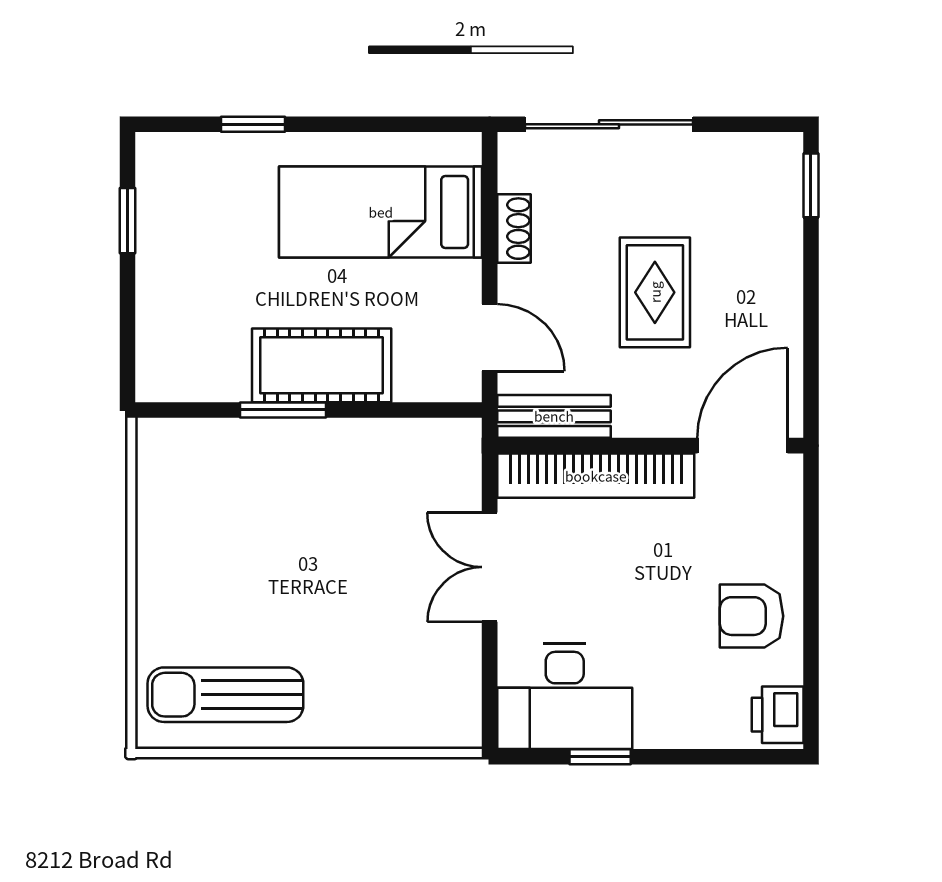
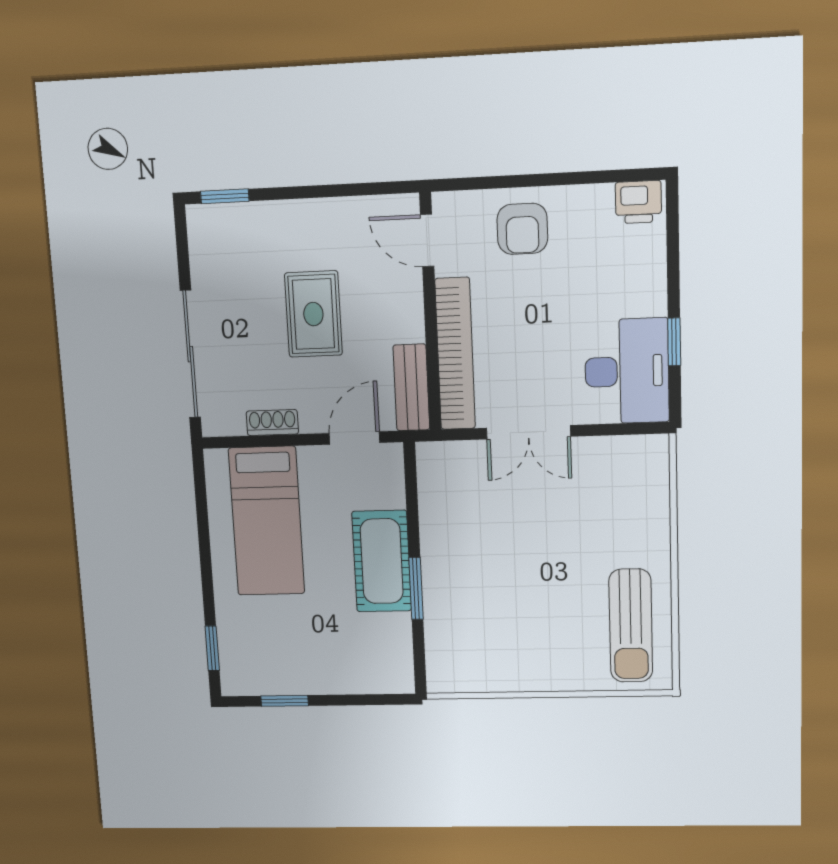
window: (253, 124) -> (212, 648), moved
rug: (655, 292) -> (313, 314), turned 90
door: (742, 446) -> (427, 240), width x0.73
armchair: (752, 616) -> (522, 229), moved

